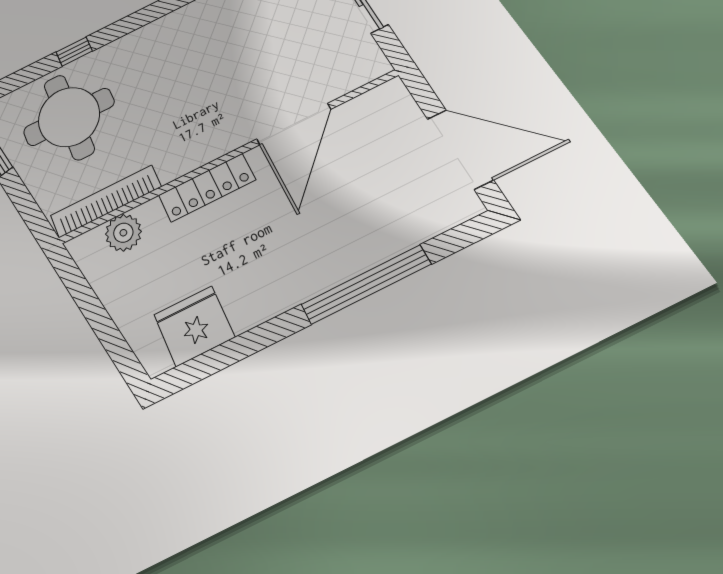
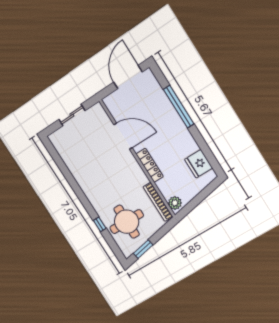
plant: (123, 233) -> (175, 203), moved

